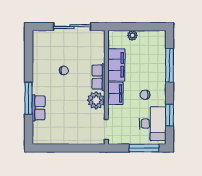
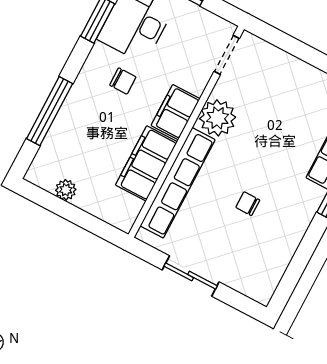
sliding door: (72, 27) -> (191, 276), width x0.73
plant: (132, 35) -> (66, 190), moved
row of seats: (99, 77) -> (178, 183), width x2.02

